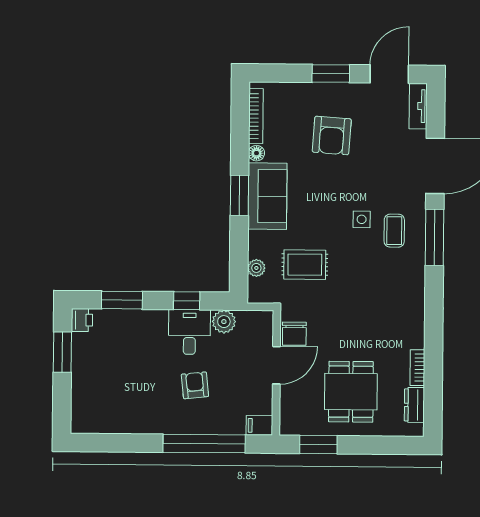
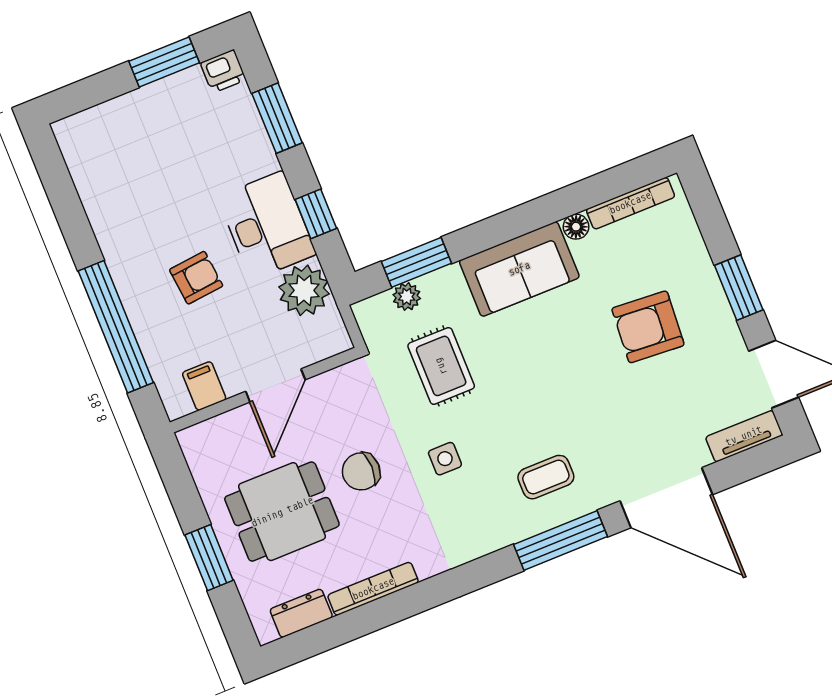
window: (239, 195) -> (416, 262), moved
side table: (362, 219) -> (445, 459), moved
plant: (224, 322) -> (304, 290), width x1.36, depth x1.36
desk: (189, 332) -> (267, 226), width x1.37
chair: (294, 334) -> (361, 471), moved
door: (276, 365) -> (275, 386), hinge flipped
bookcase: (417, 368) -> (373, 589), width x1.56
filing cabinet: (259, 425) -> (204, 386), moved
window: (318, 445) -> (209, 558), moved

